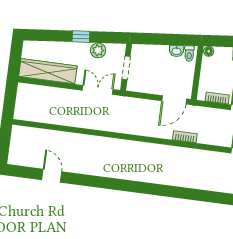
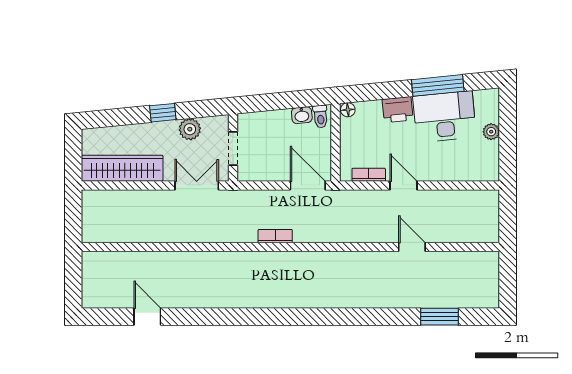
door: (174, 100) -> (308, 185), swing flipped
bookcase: (185, 137) -> (275, 236), moved

